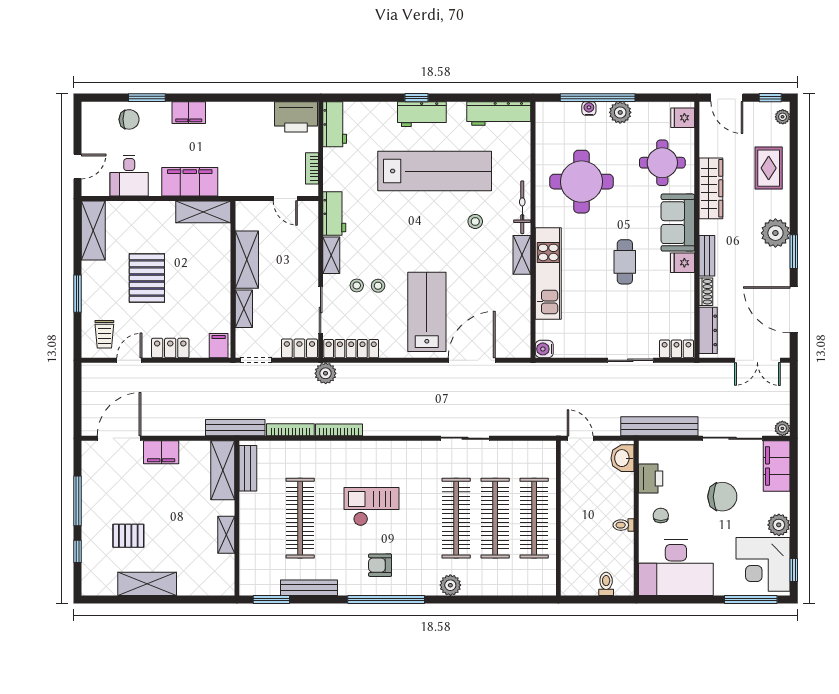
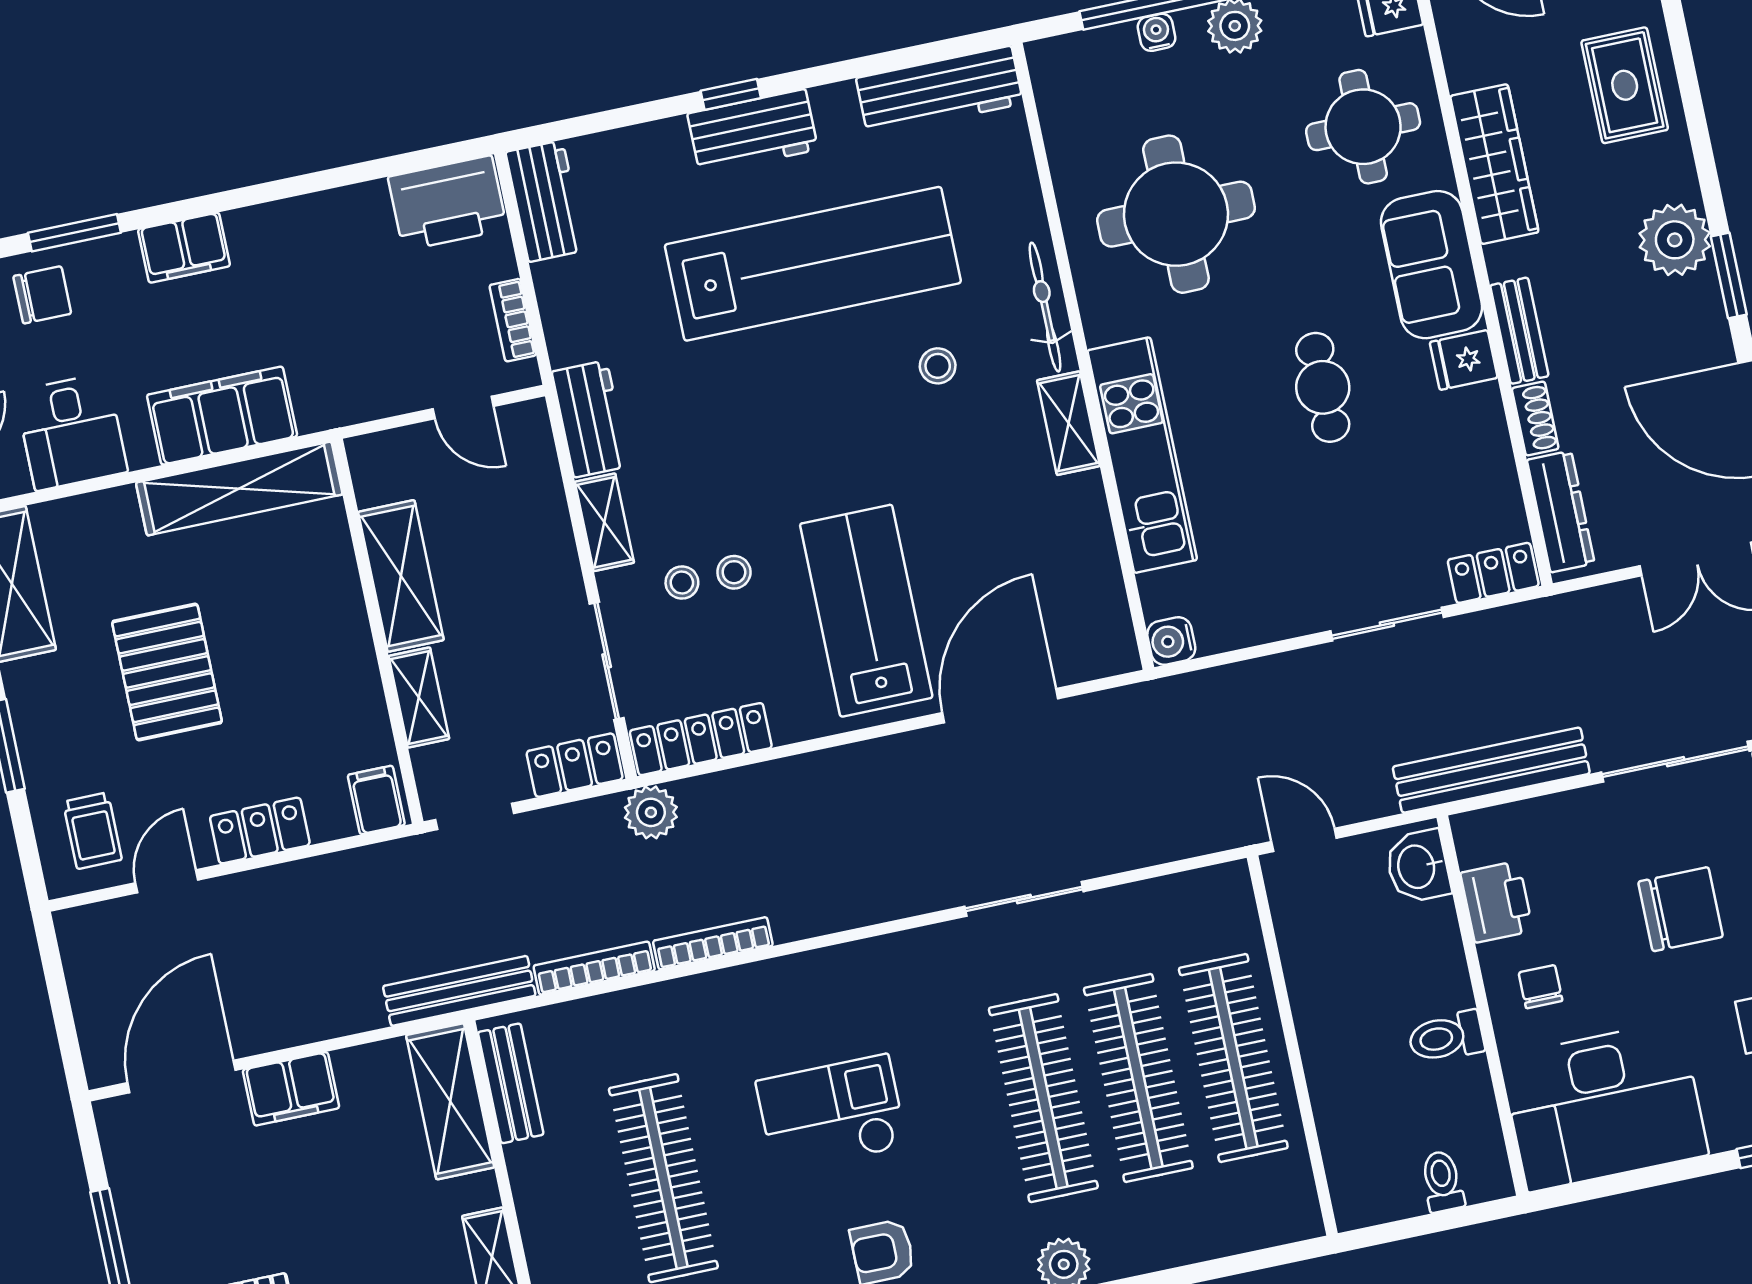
shelving: (203, 212) -> (239, 488), width x1.47
toilet: (624, 525) -> (1446, 1037), width x1.37, depth x1.39

